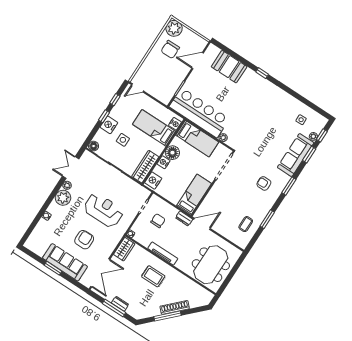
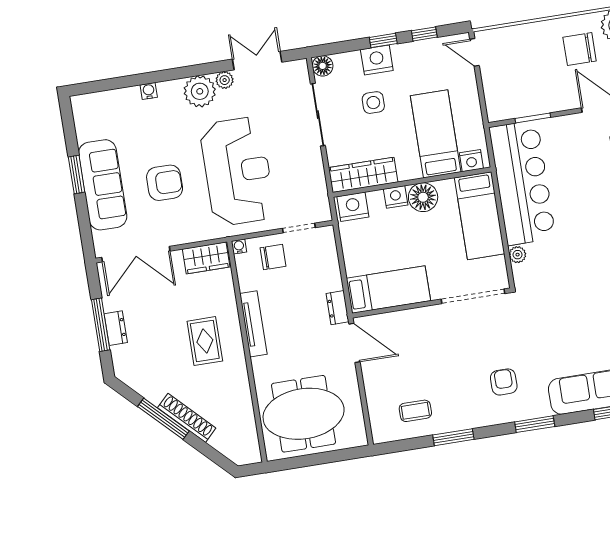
reception desk: (104, 210) -> (237, 171), width x1.36, depth x1.30
chair: (158, 221) -> (273, 257), moved

